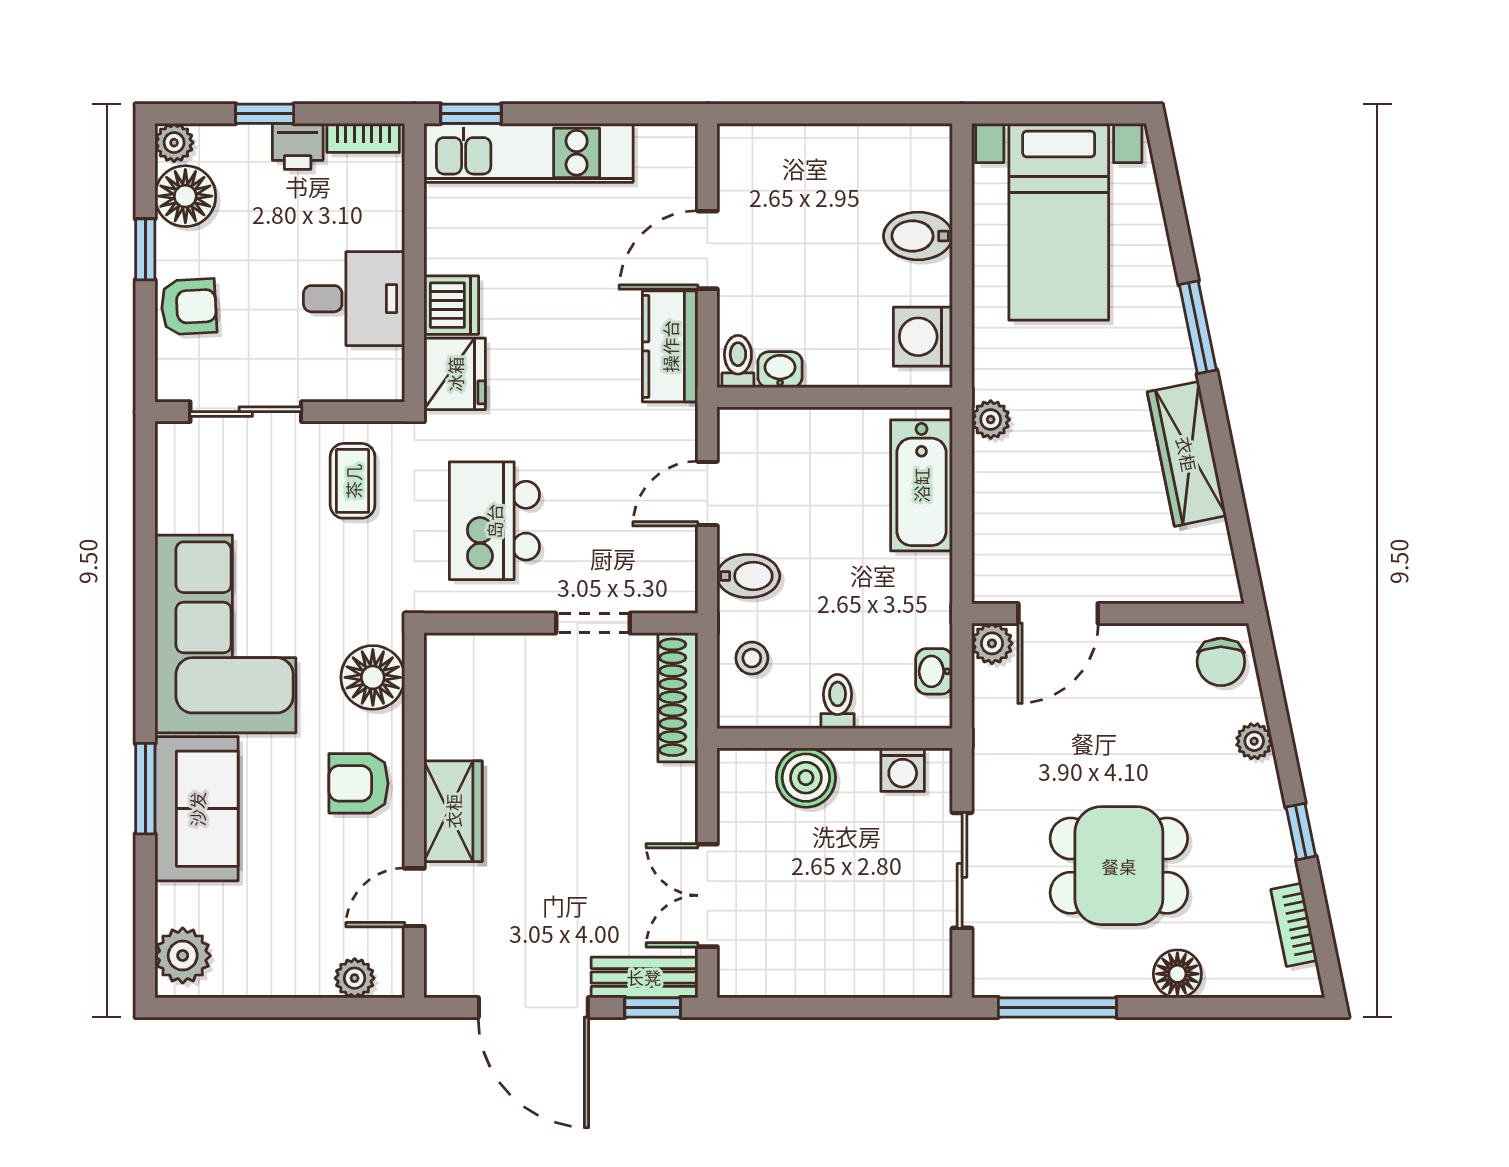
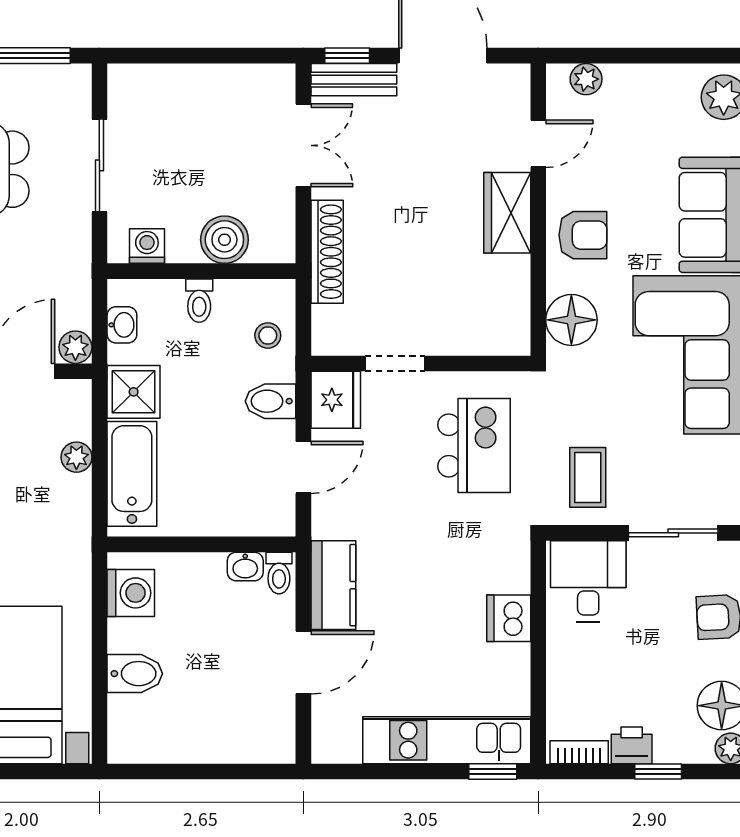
desk: (354, 299) -> (588, 581), moved, turned 90
fridge: (455, 374) -> (336, 400), moved, turned 180
plant: (991, 420) -> (76, 457), moved
shower: (919, 588) -> (134, 392), added
shoe rack: (678, 697) -> (327, 252), moved

